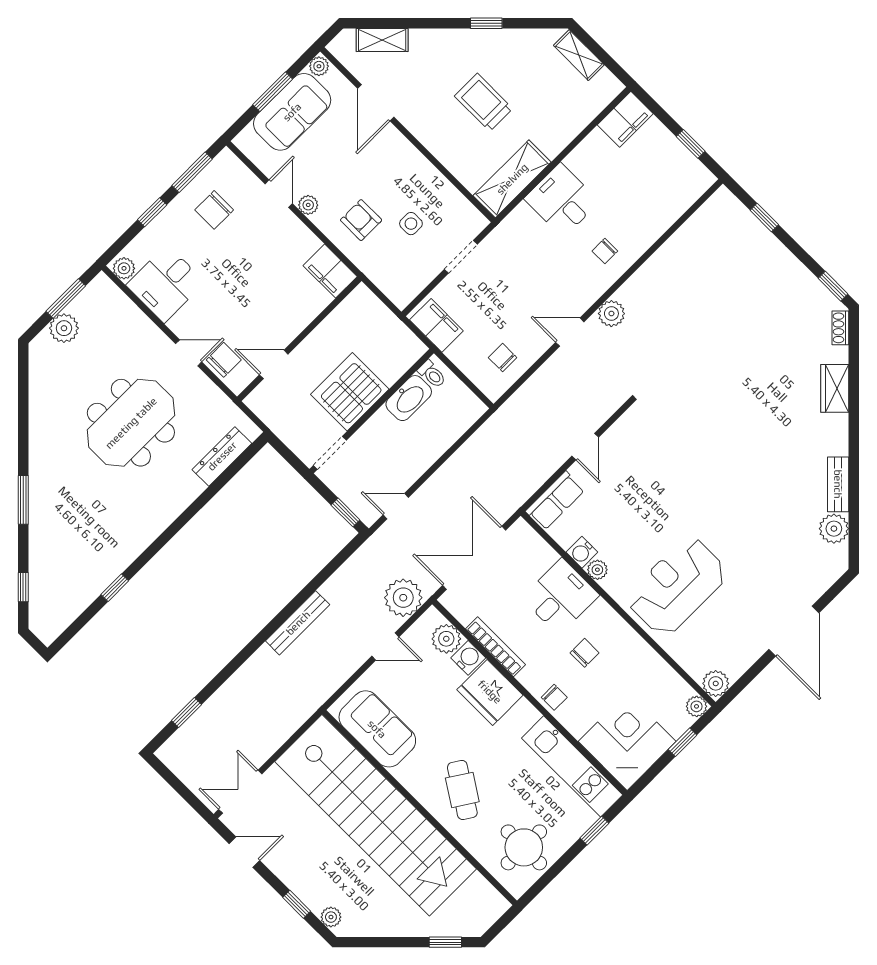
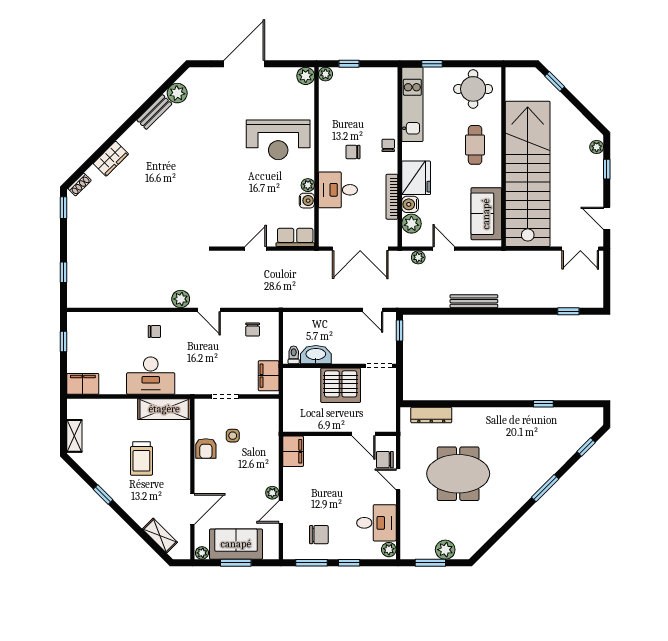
desk: (562, 200) -> (151, 376), width x1.37
armchair: (361, 220) -> (206, 448), moved
plant: (403, 598) -> (418, 257), width x0.53, depth x0.53
corner desk: (627, 741) -> (375, 90), removed
cafe table: (462, 790) -> (475, 145), turned -33

